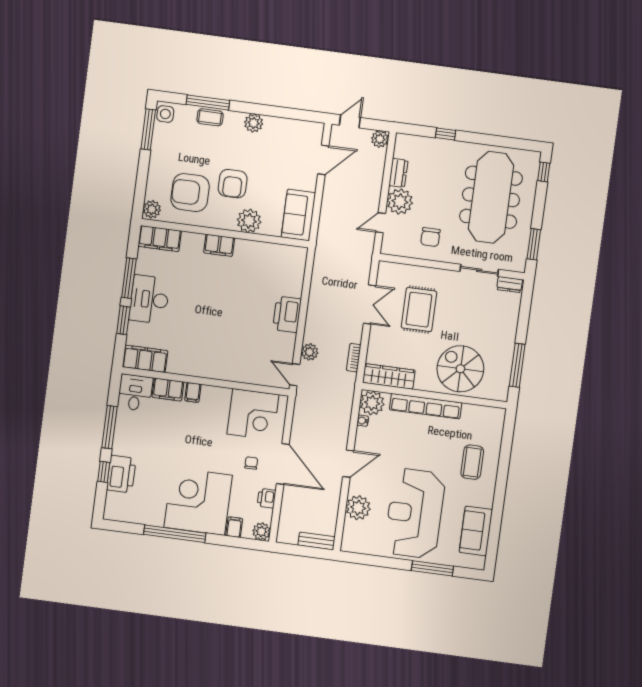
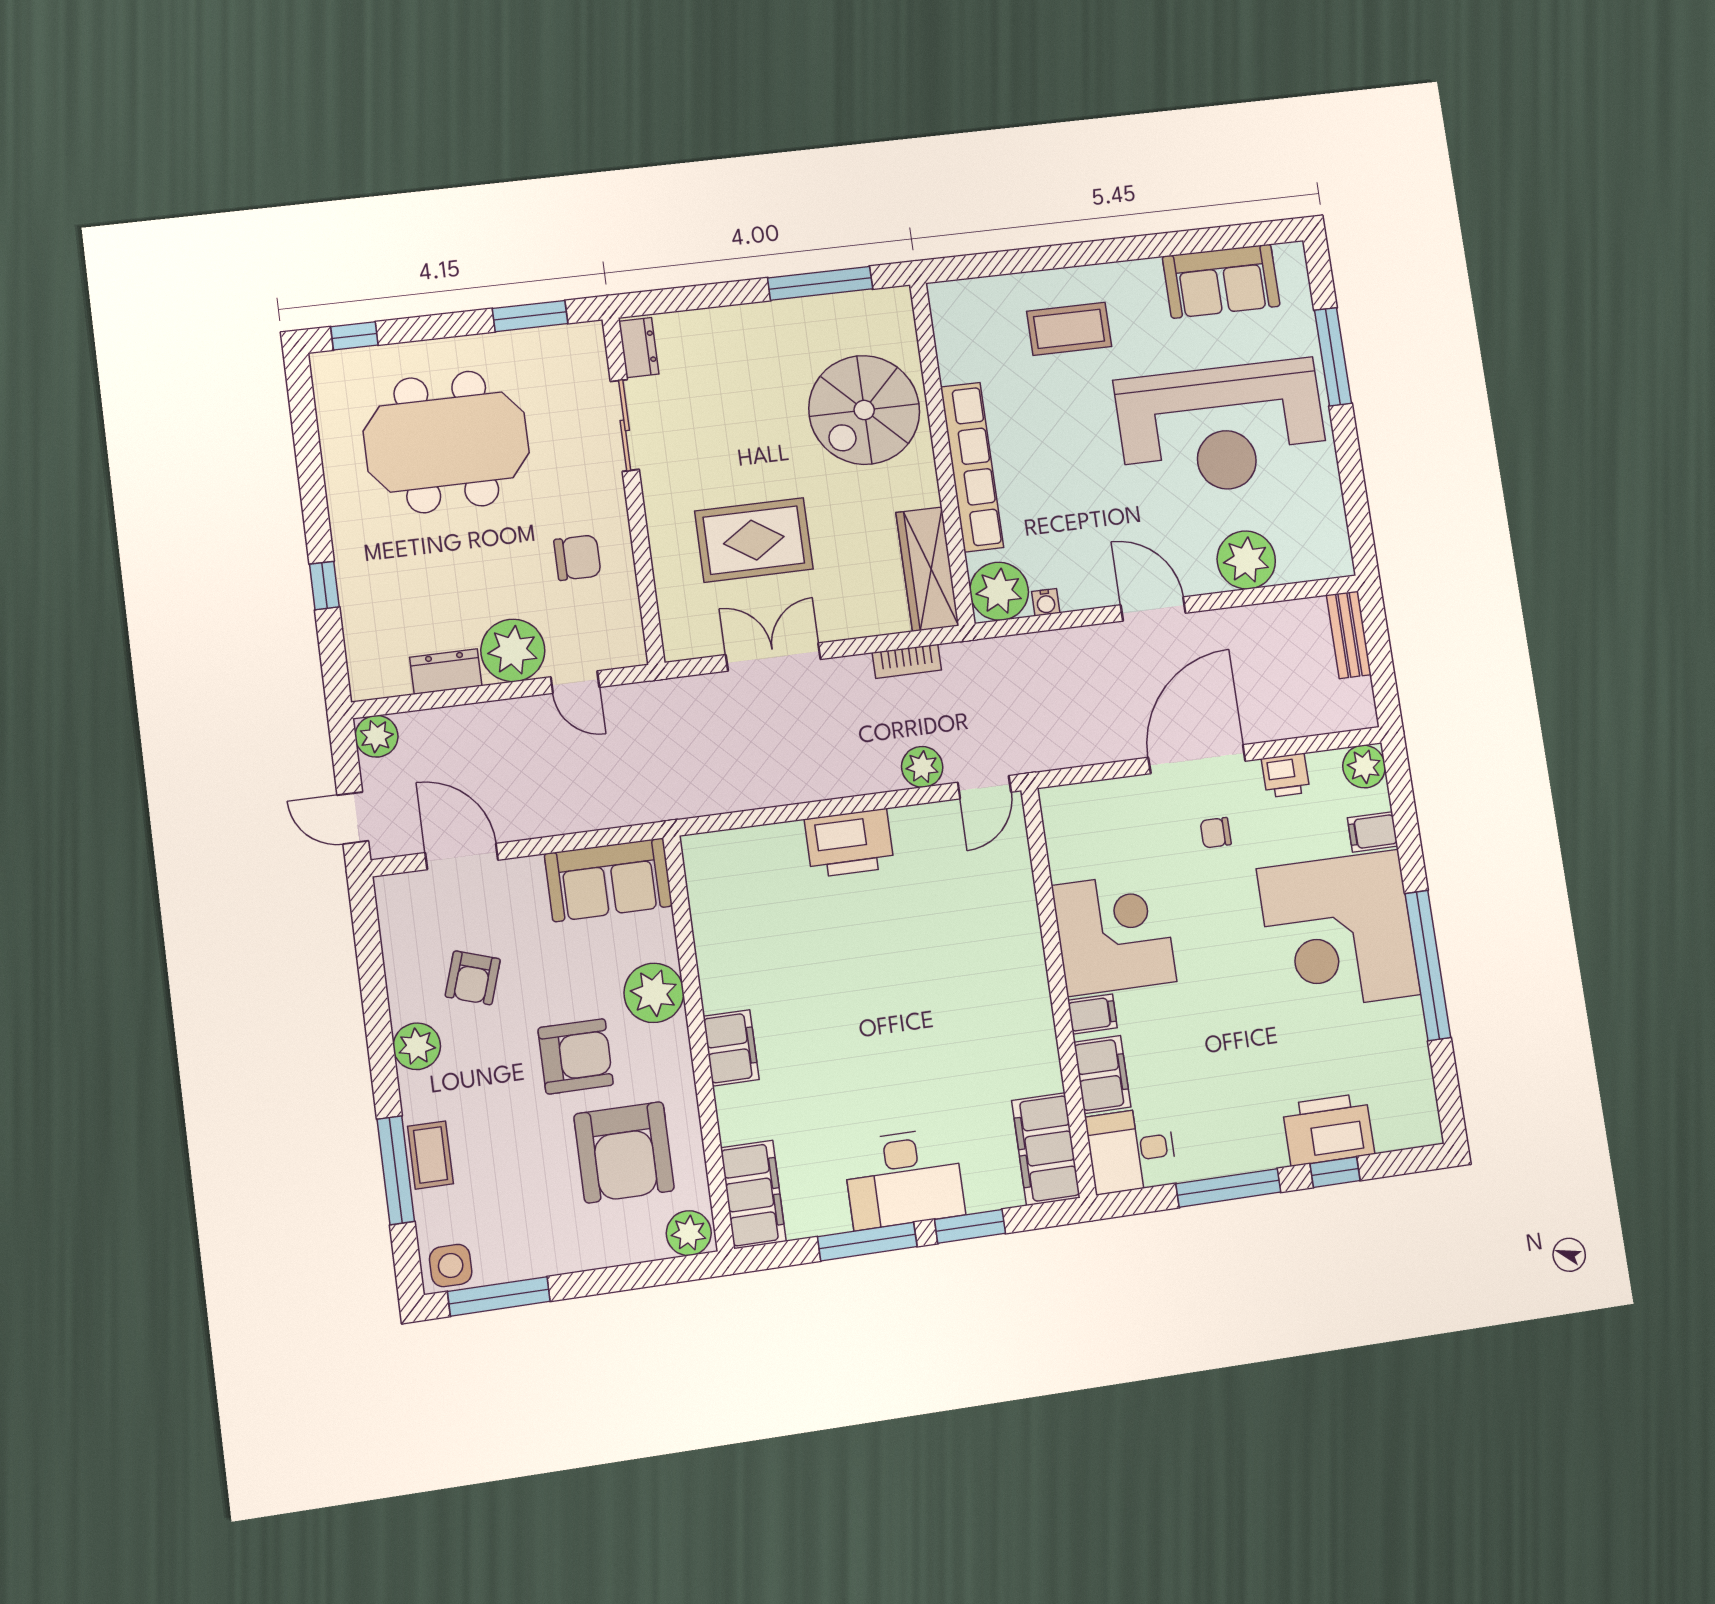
armchair: (274, 152) -> (473, 978), added
meeting table: (491, 197) -> (446, 442), width x0.73
corner desk: (253, 414) -> (1114, 934), moved

